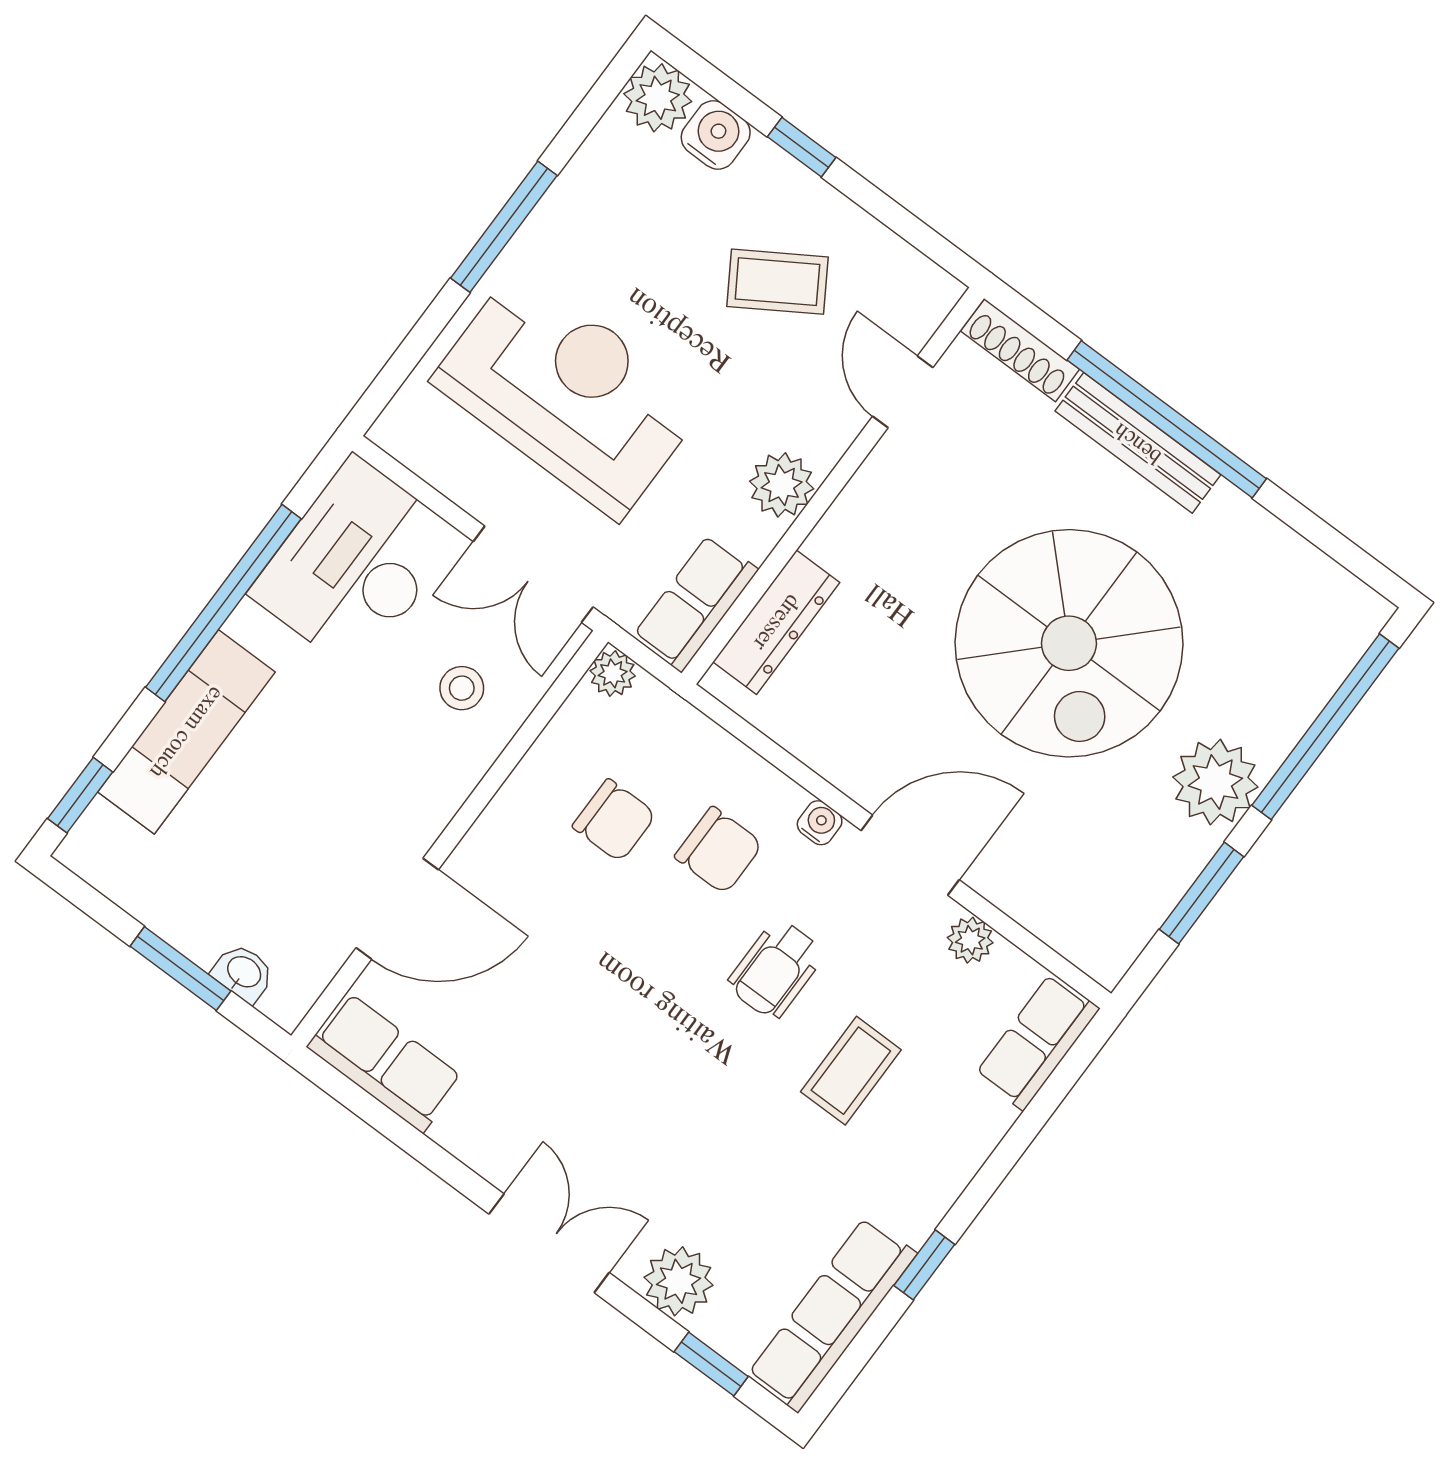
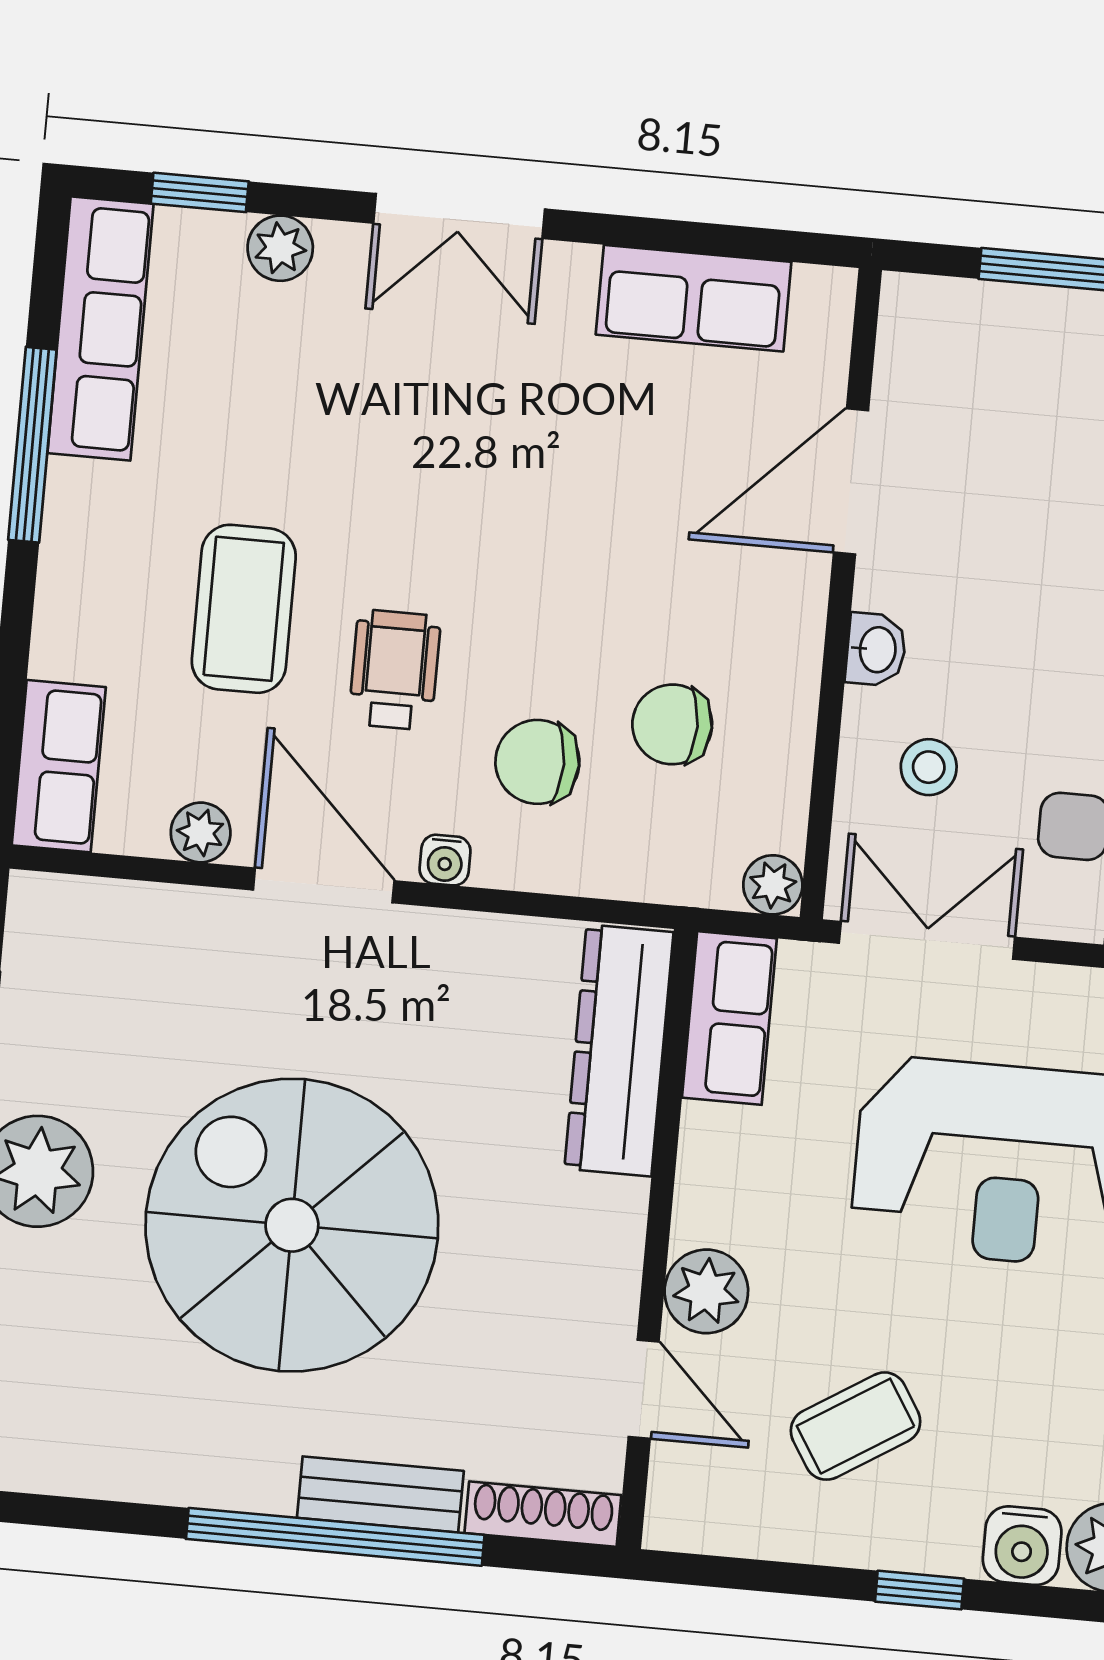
bench: (1138, 443) -> (380, 1494), width x0.73
plant: (782, 485) -> (706, 1291), moved
dresser: (776, 622) -> (619, 1050), width x1.37, depth x1.24
door: (910, 855) -> (324, 885), swing flipped
washbasin: (243, 973) -> (876, 650), moved, turned -90
row of seats: (385, 1062) -> (694, 298), moved
coffee table: (851, 1071) -> (244, 609), width x1.36, depth x1.30
window: (924, 1265) -> (32, 445), width x2.17
plant: (679, 1281) -> (280, 248), width x0.73, depth x0.73

